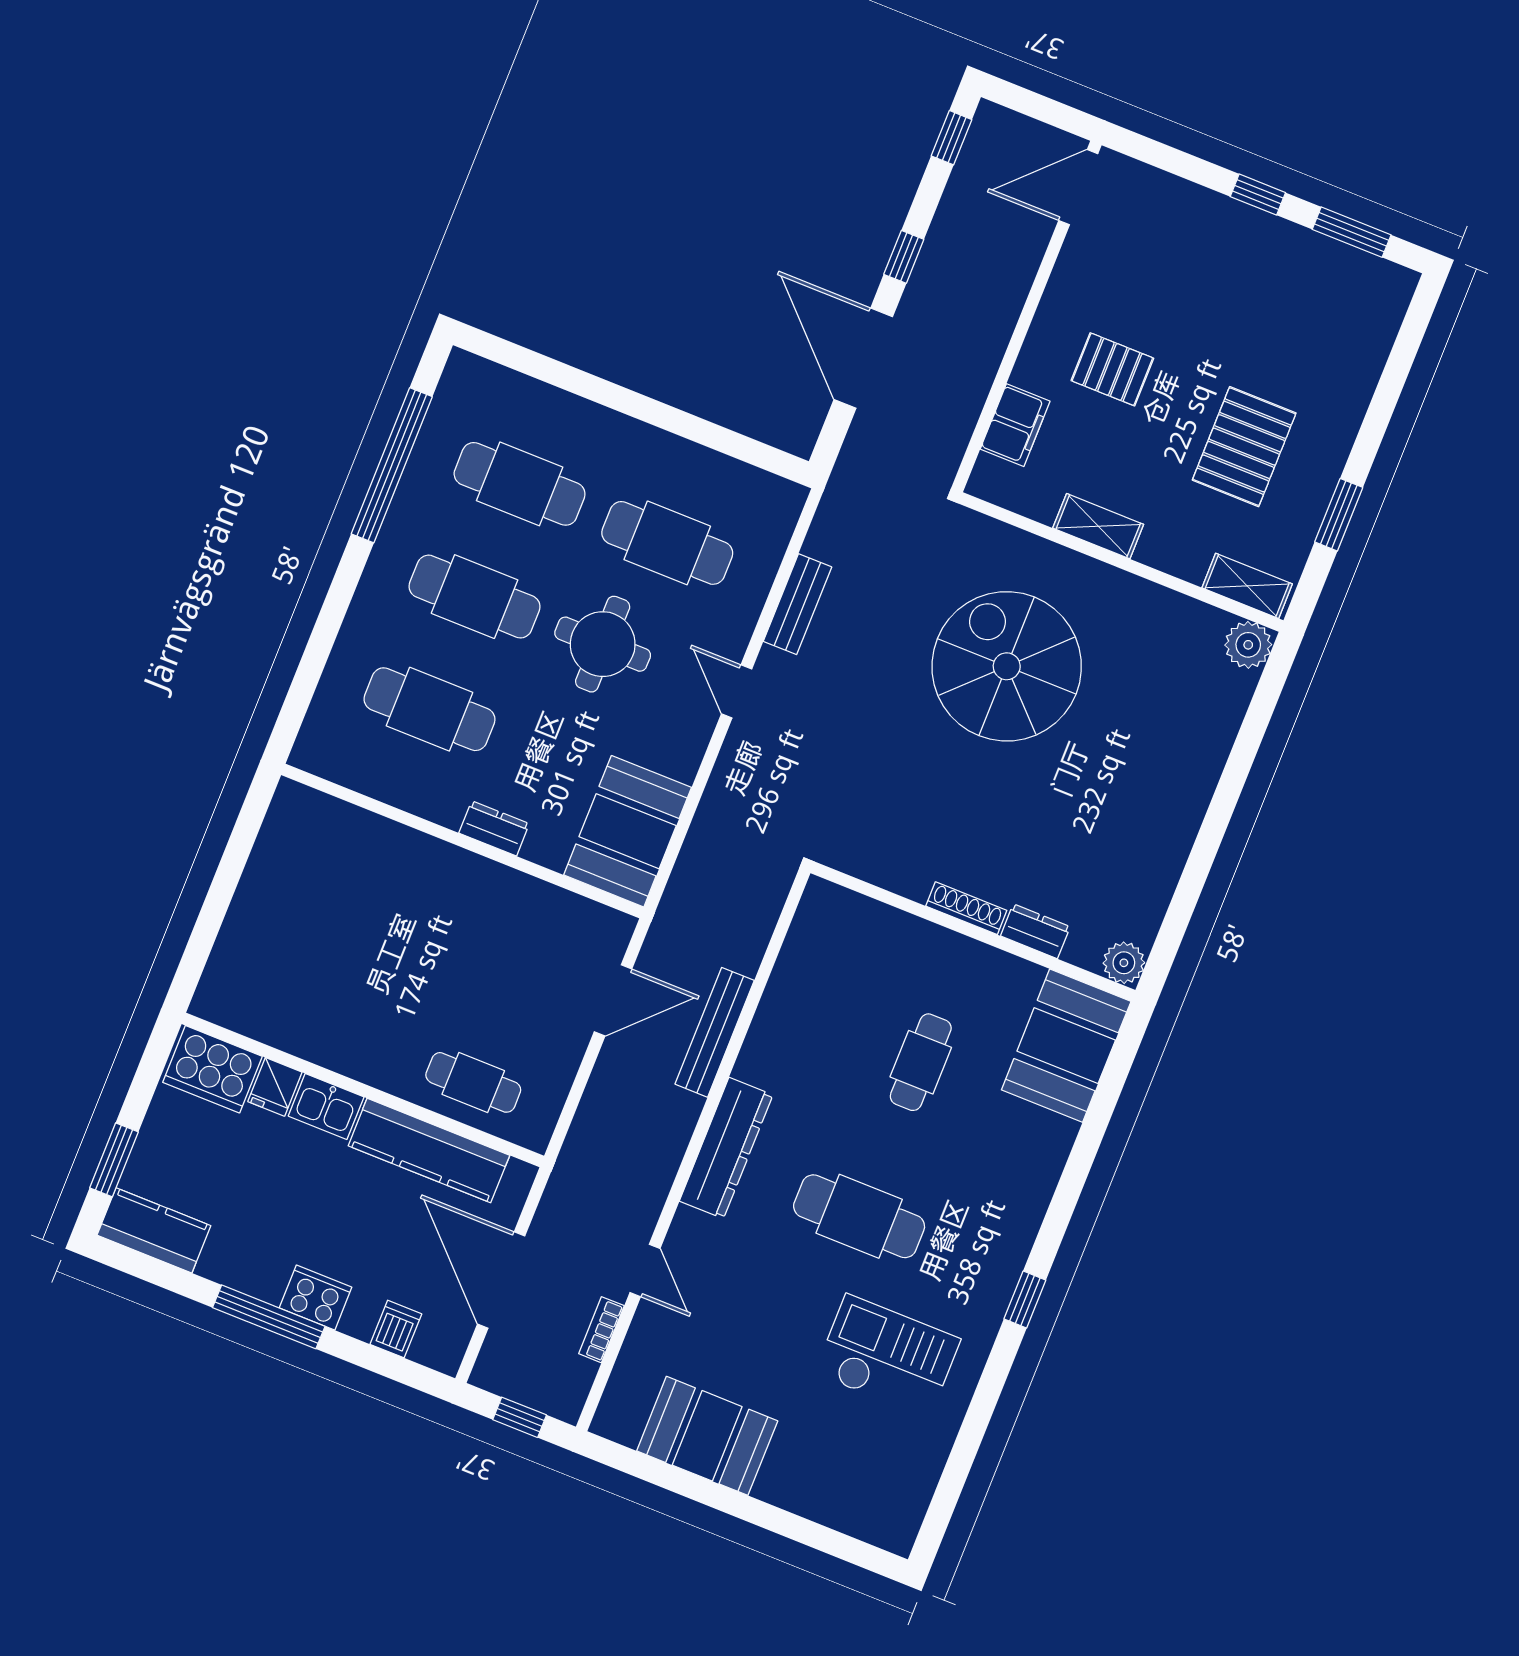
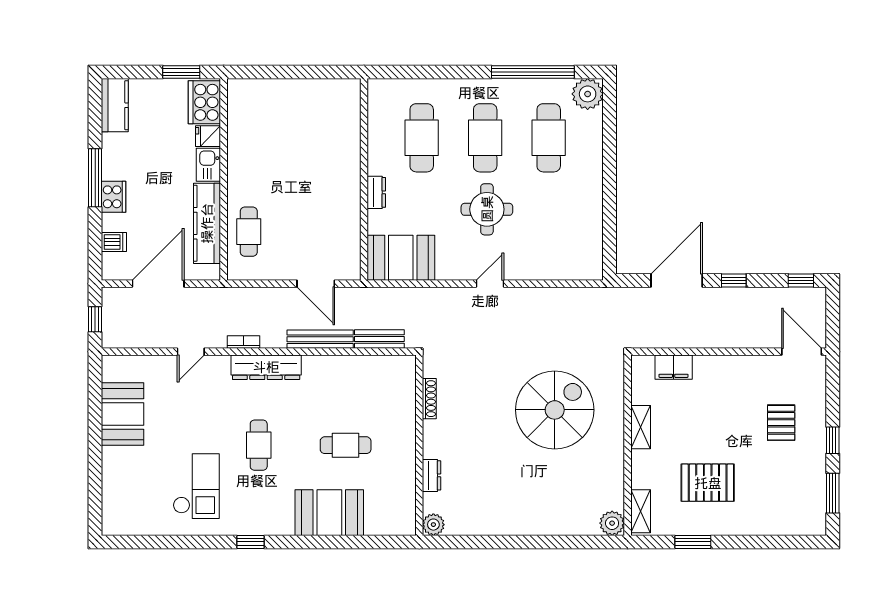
pallet: (1112, 369) -> (781, 423), moved
plant: (470, 384) -> (588, 94), added
cafe table: (667, 543) -> (549, 221), removed
bench: (797, 604) -> (379, 339), moved
shoe rack: (966, 908) -> (429, 399), moved
booth: (1066, 1046) -> (329, 513), moved
window: (114, 1160) -> (181, 72), moved
cafe table: (859, 1216) -> (259, 445), width x0.73, depth x0.74
bookcase: (601, 1330) -> (243, 342), moved

